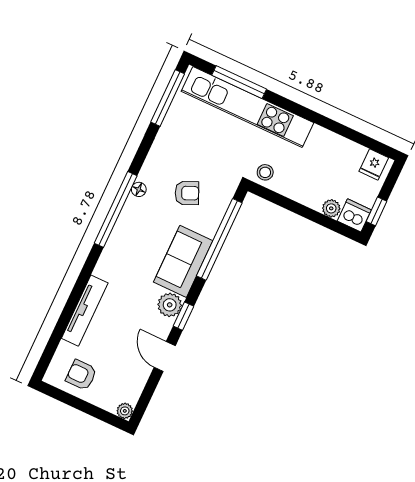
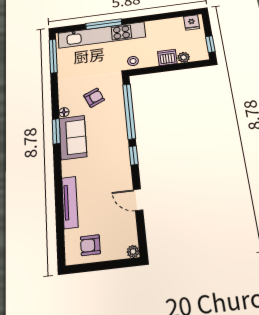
window: (239, 82) -> (104, 24), moved
window: (116, 209) -> (56, 131), width x0.47
dishwasher: (354, 215) -> (167, 57), moved
sofa: (183, 261) -> (73, 137), moved, turned 180
plant: (170, 305) -> (122, 166), removed
window: (183, 316) -> (134, 155), moved

